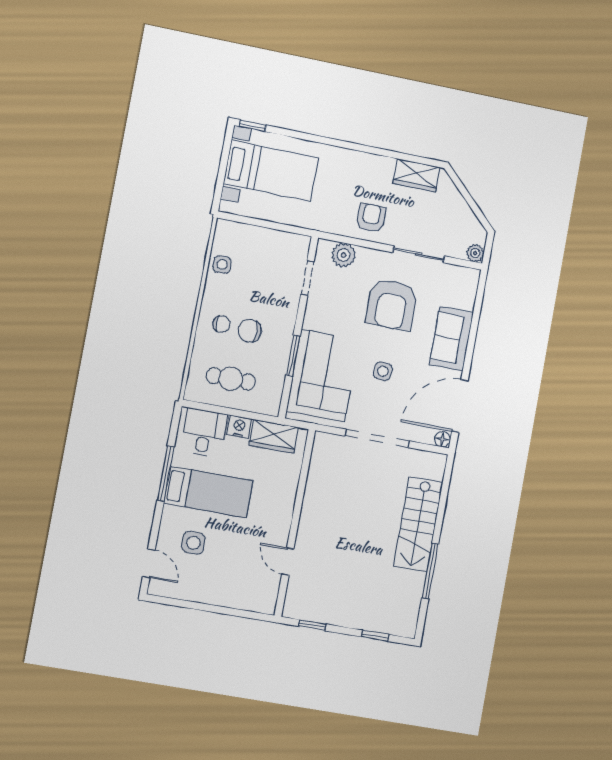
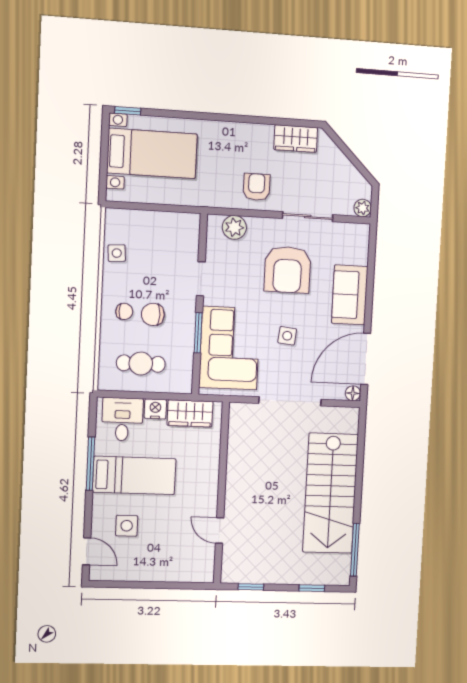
doorway: (307, 278) -> (201, 279), moved
stairs: (418, 524) -> (331, 493), width x1.36, depth x1.51
window: (430, 571) -> (355, 550), moved

